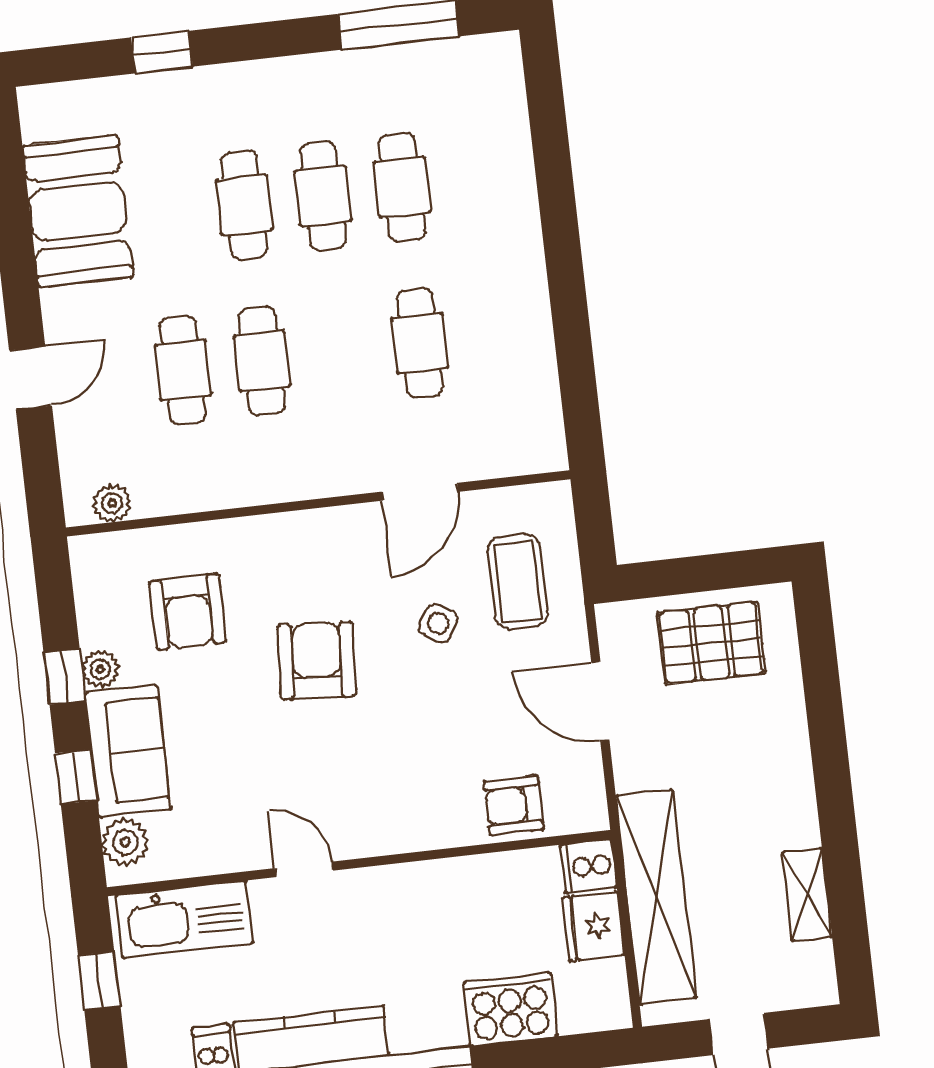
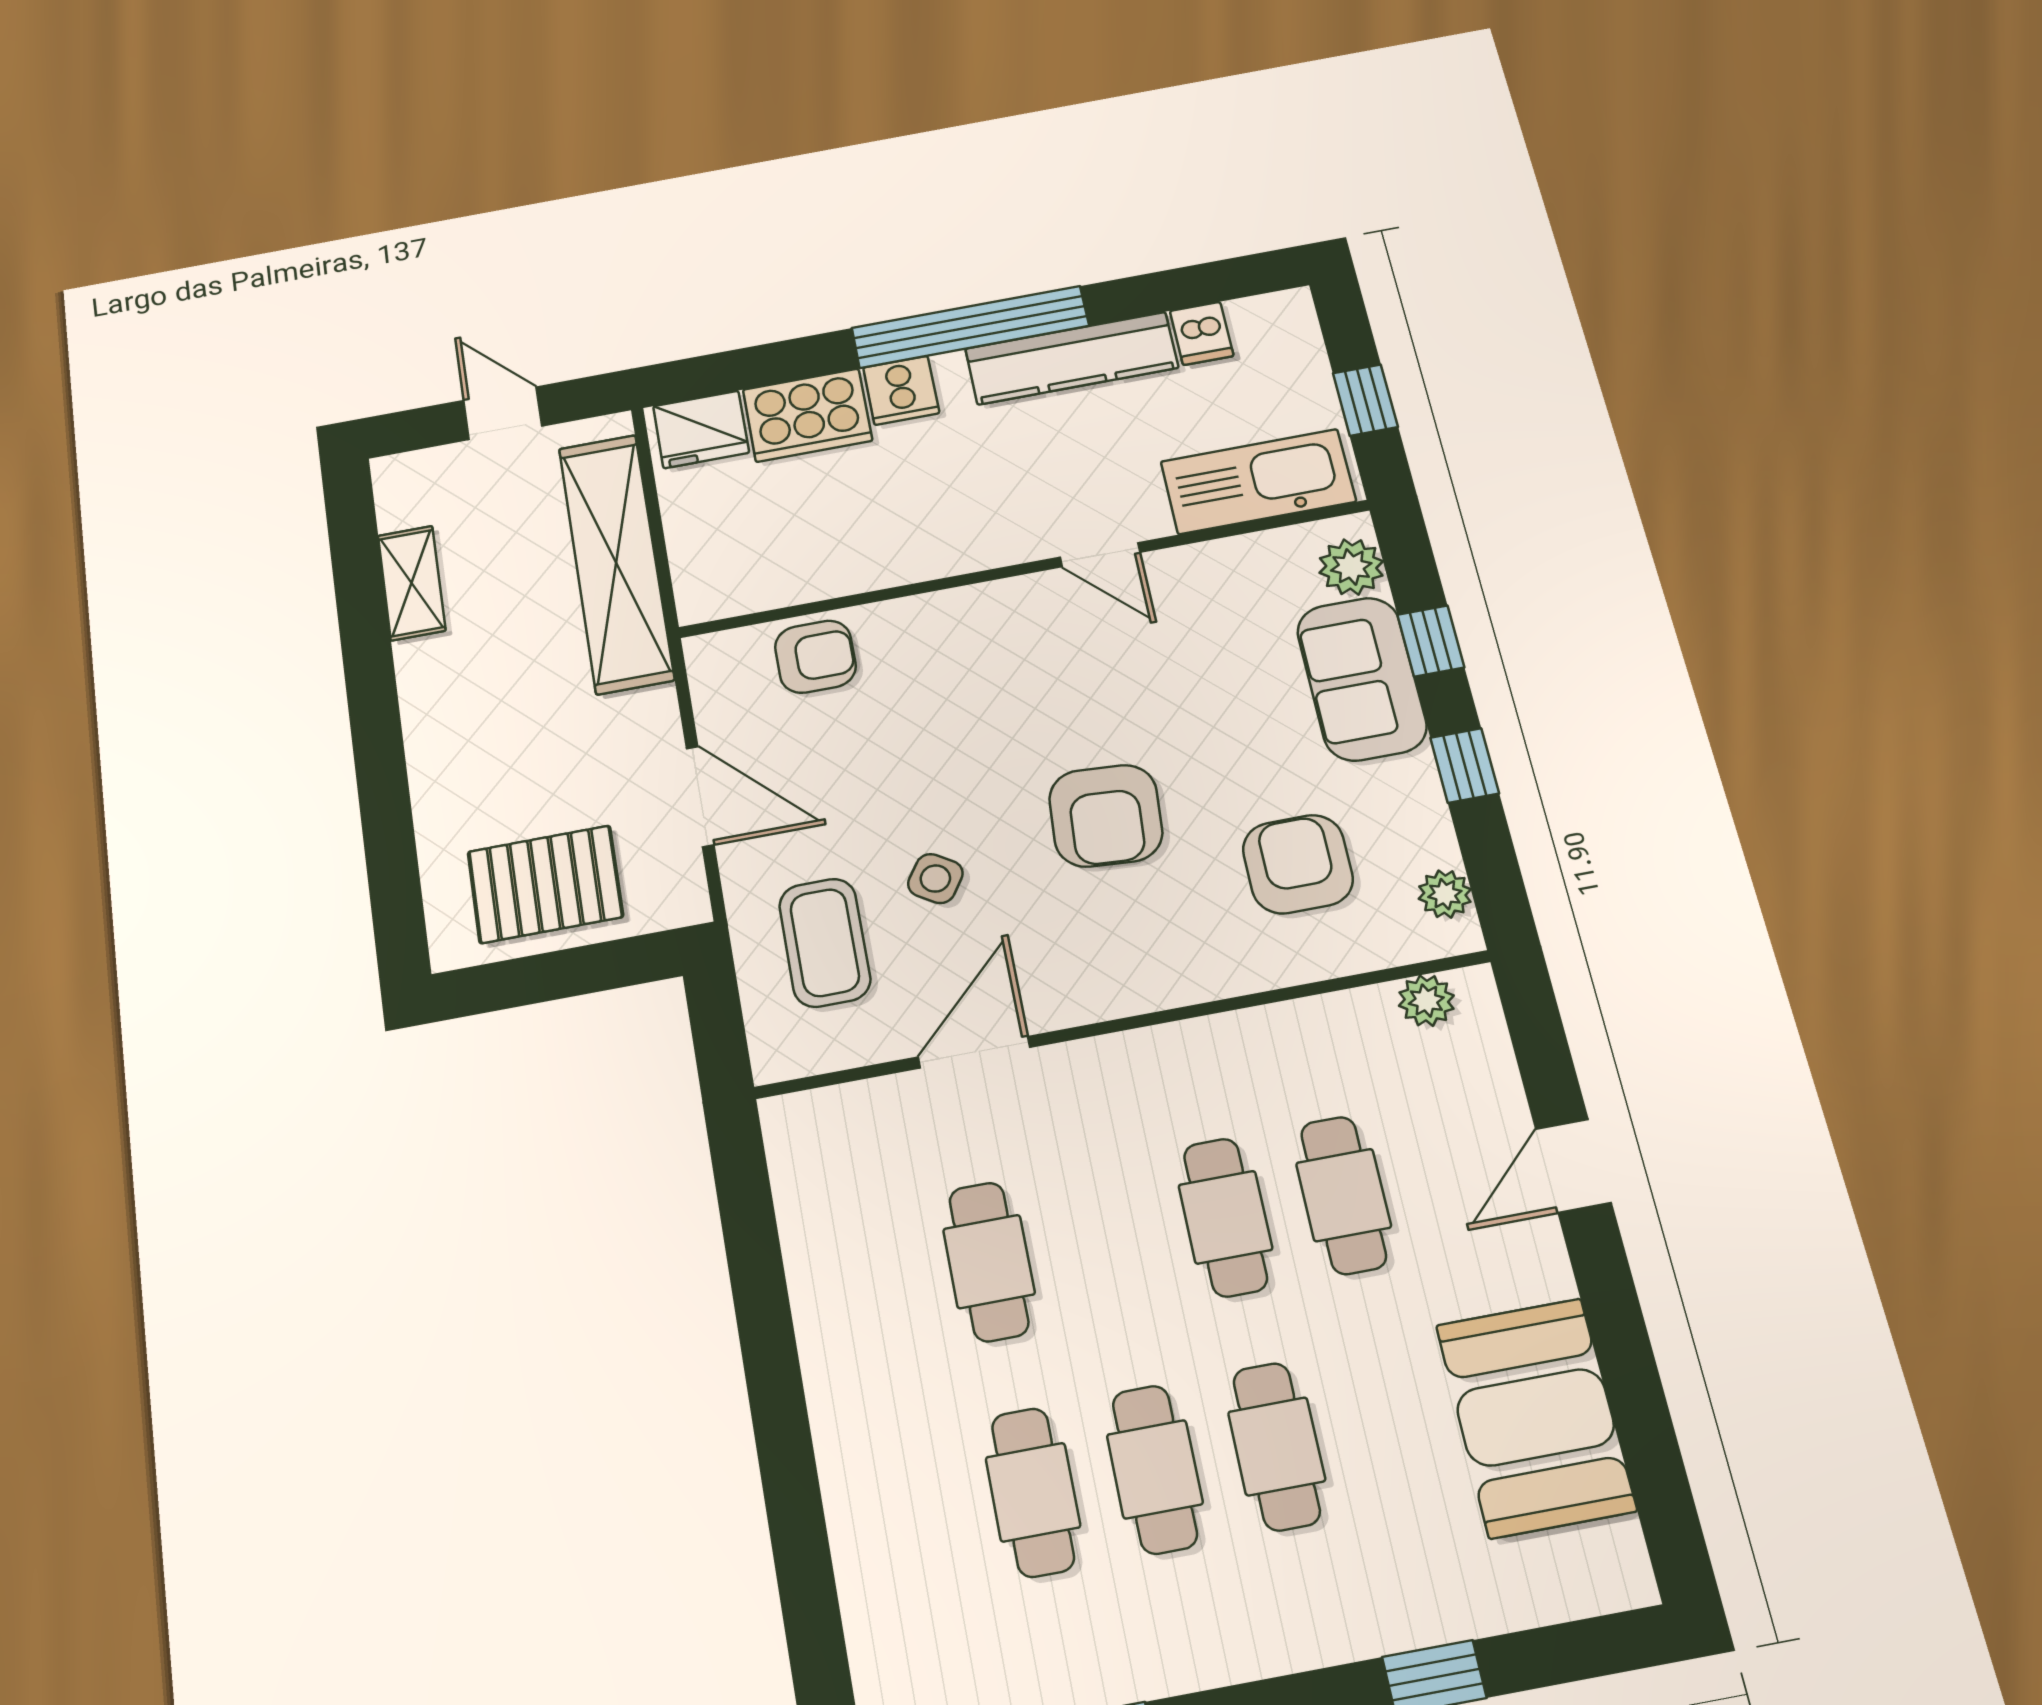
plant: (100, 669) -> (1445, 894), moved
cooker: (589, 866) -> (901, 390), moved, turned 90
fridge: (593, 926) -> (701, 429), moved, turned 90

